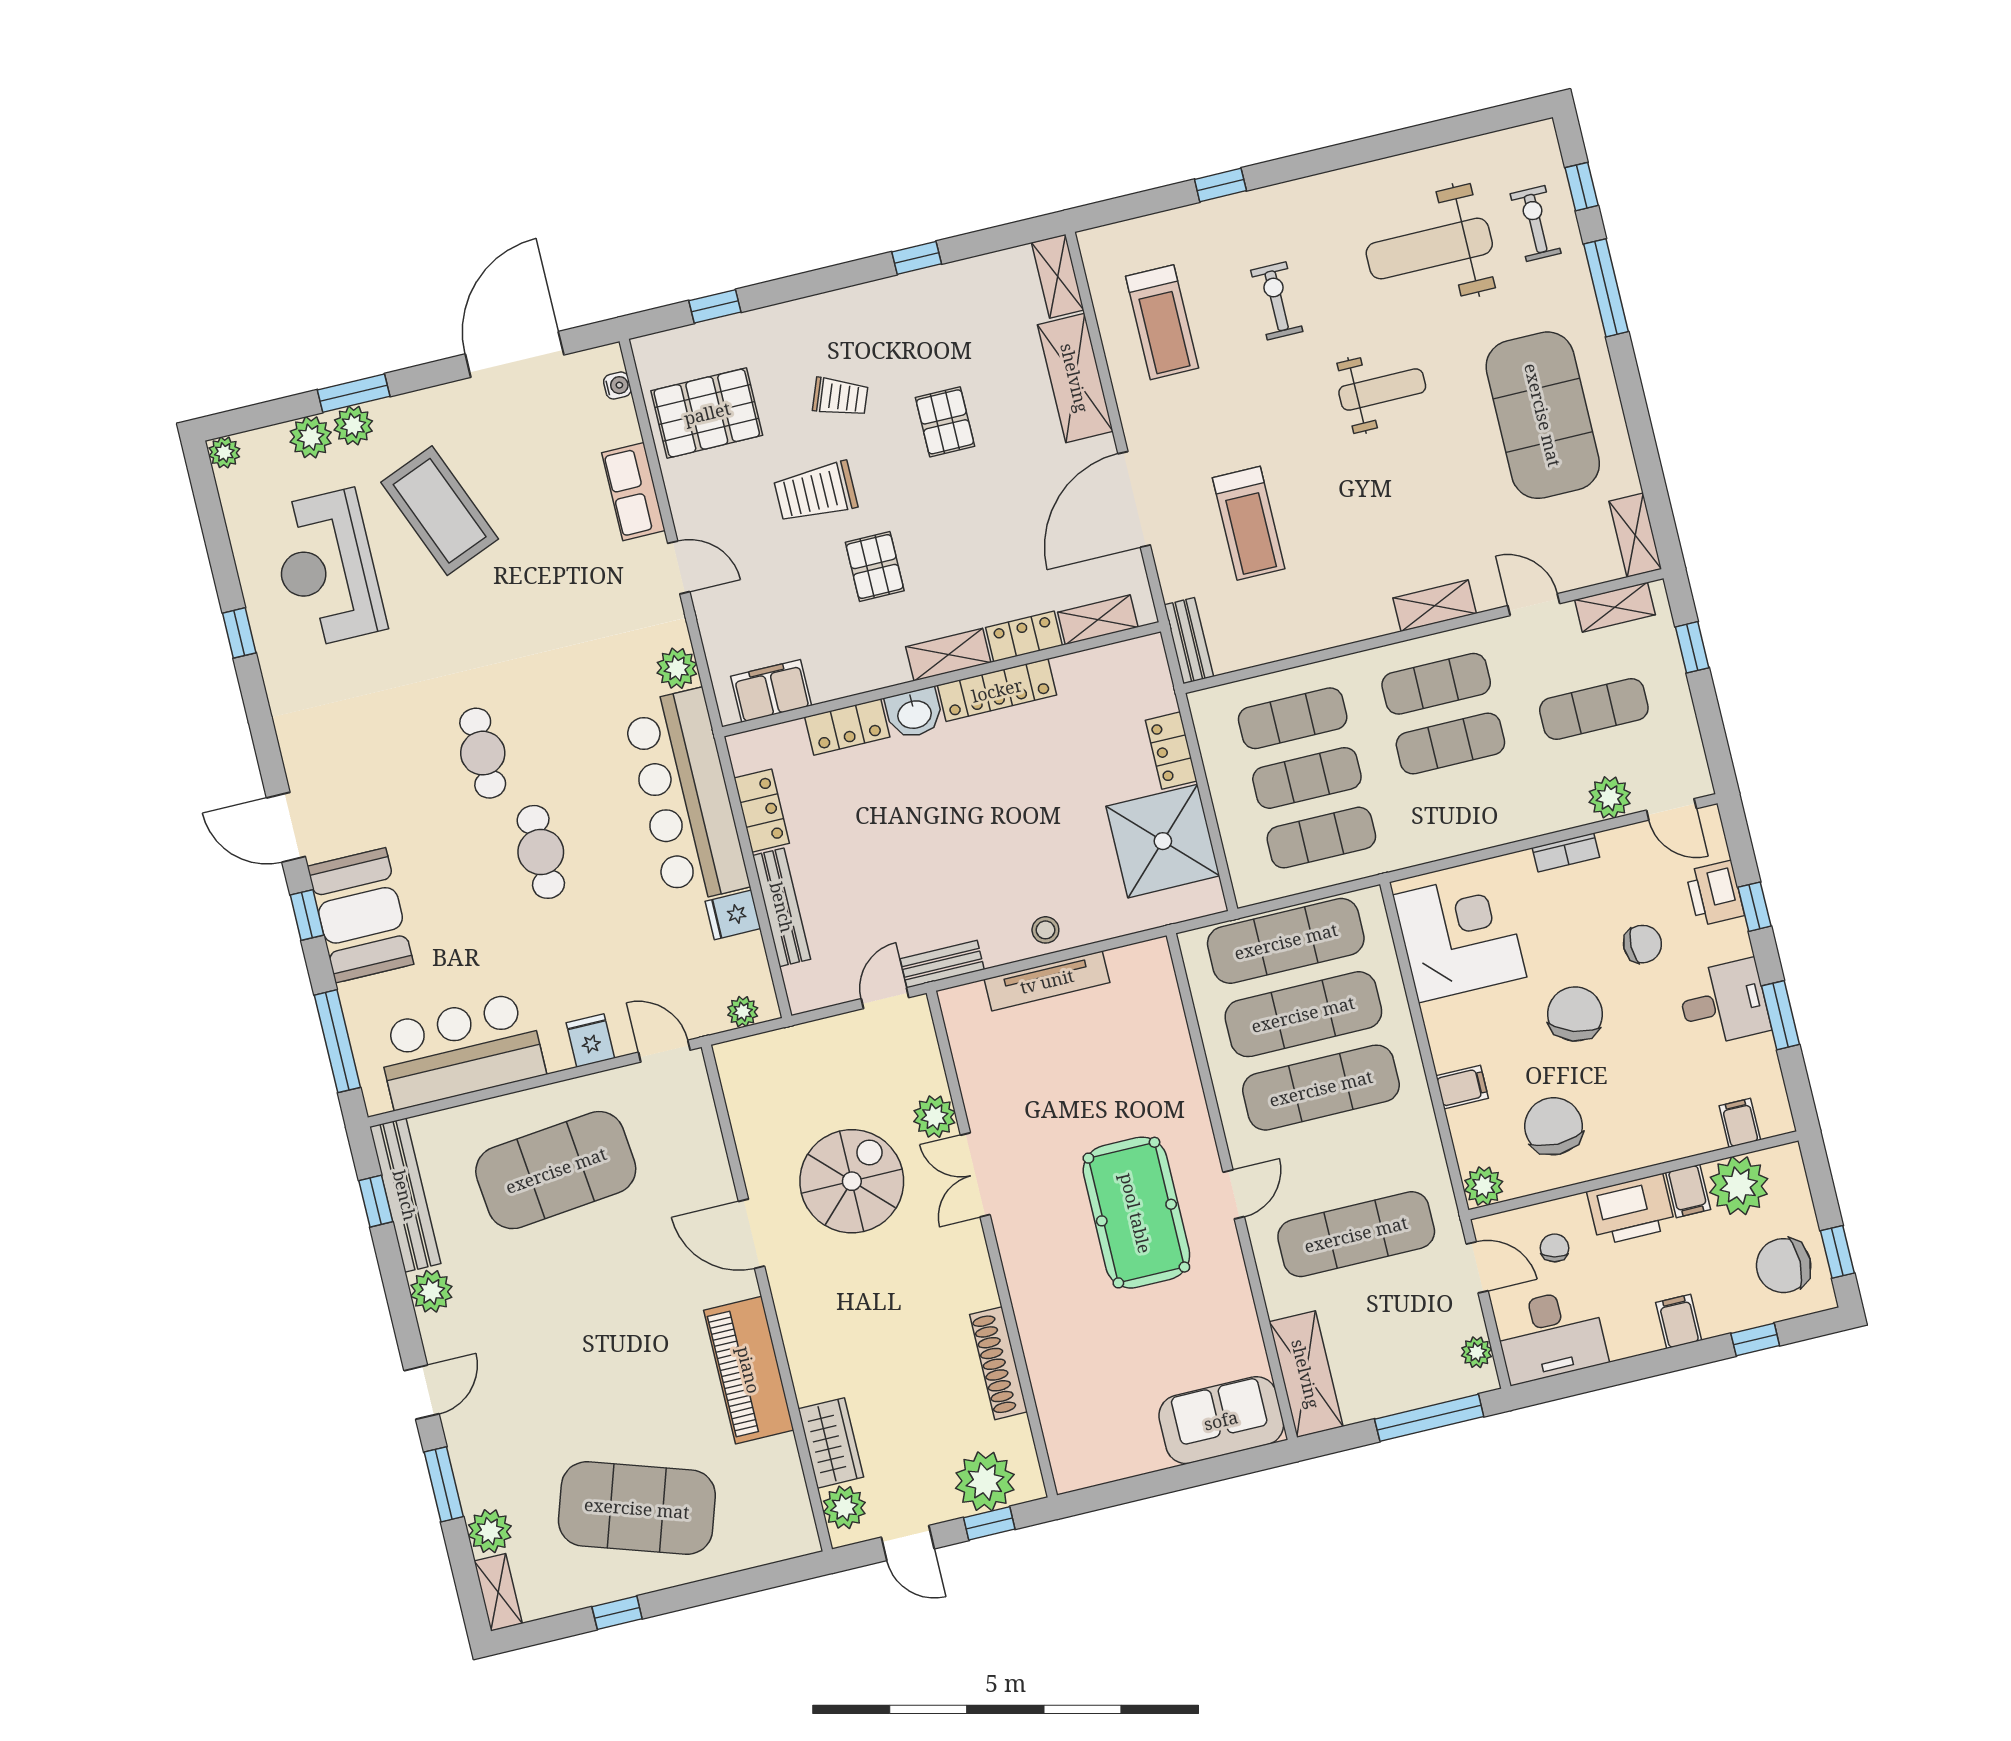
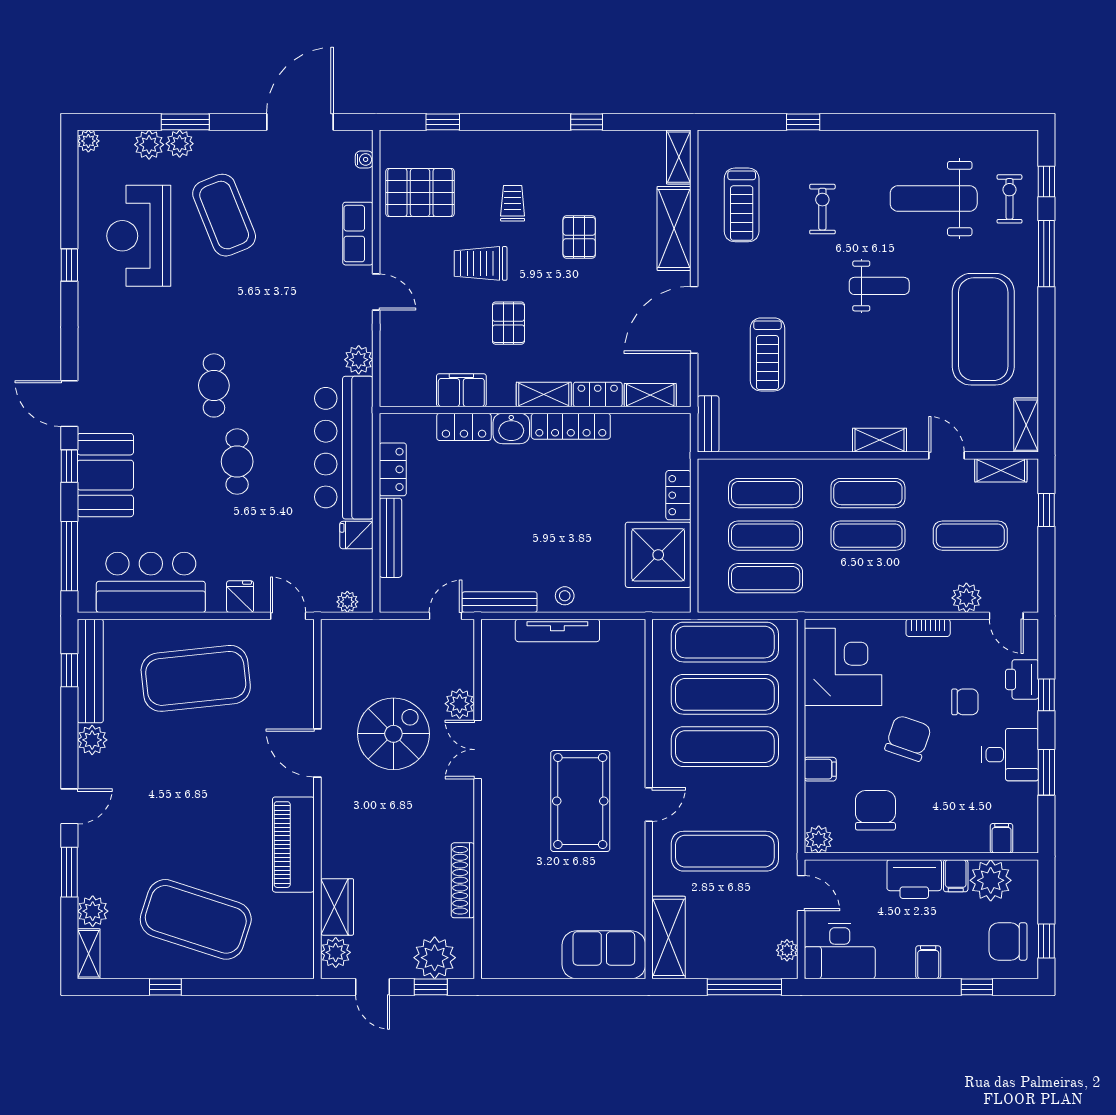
trolley: (840, 397) -> (513, 203), turned -111
filing cabinet: (771, 691) -> (461, 390), moved
bench: (942, 964) -> (500, 602), width x1.36
chair: (1554, 1248) -> (856, 893), removed

